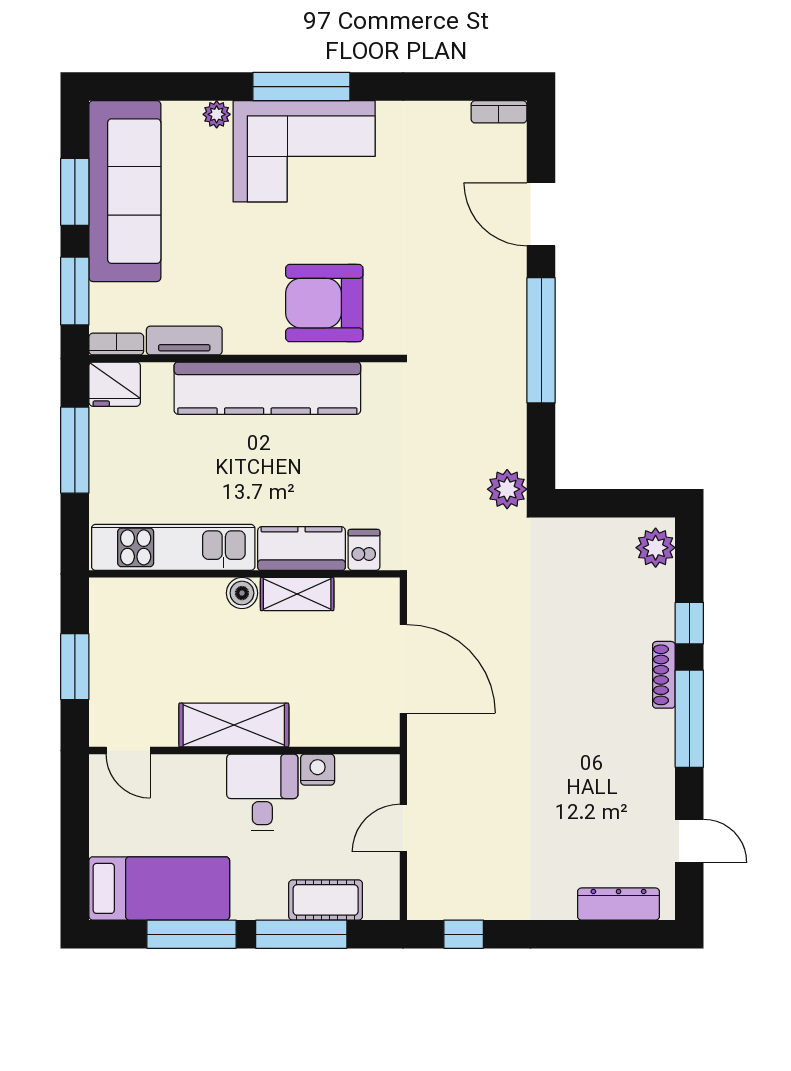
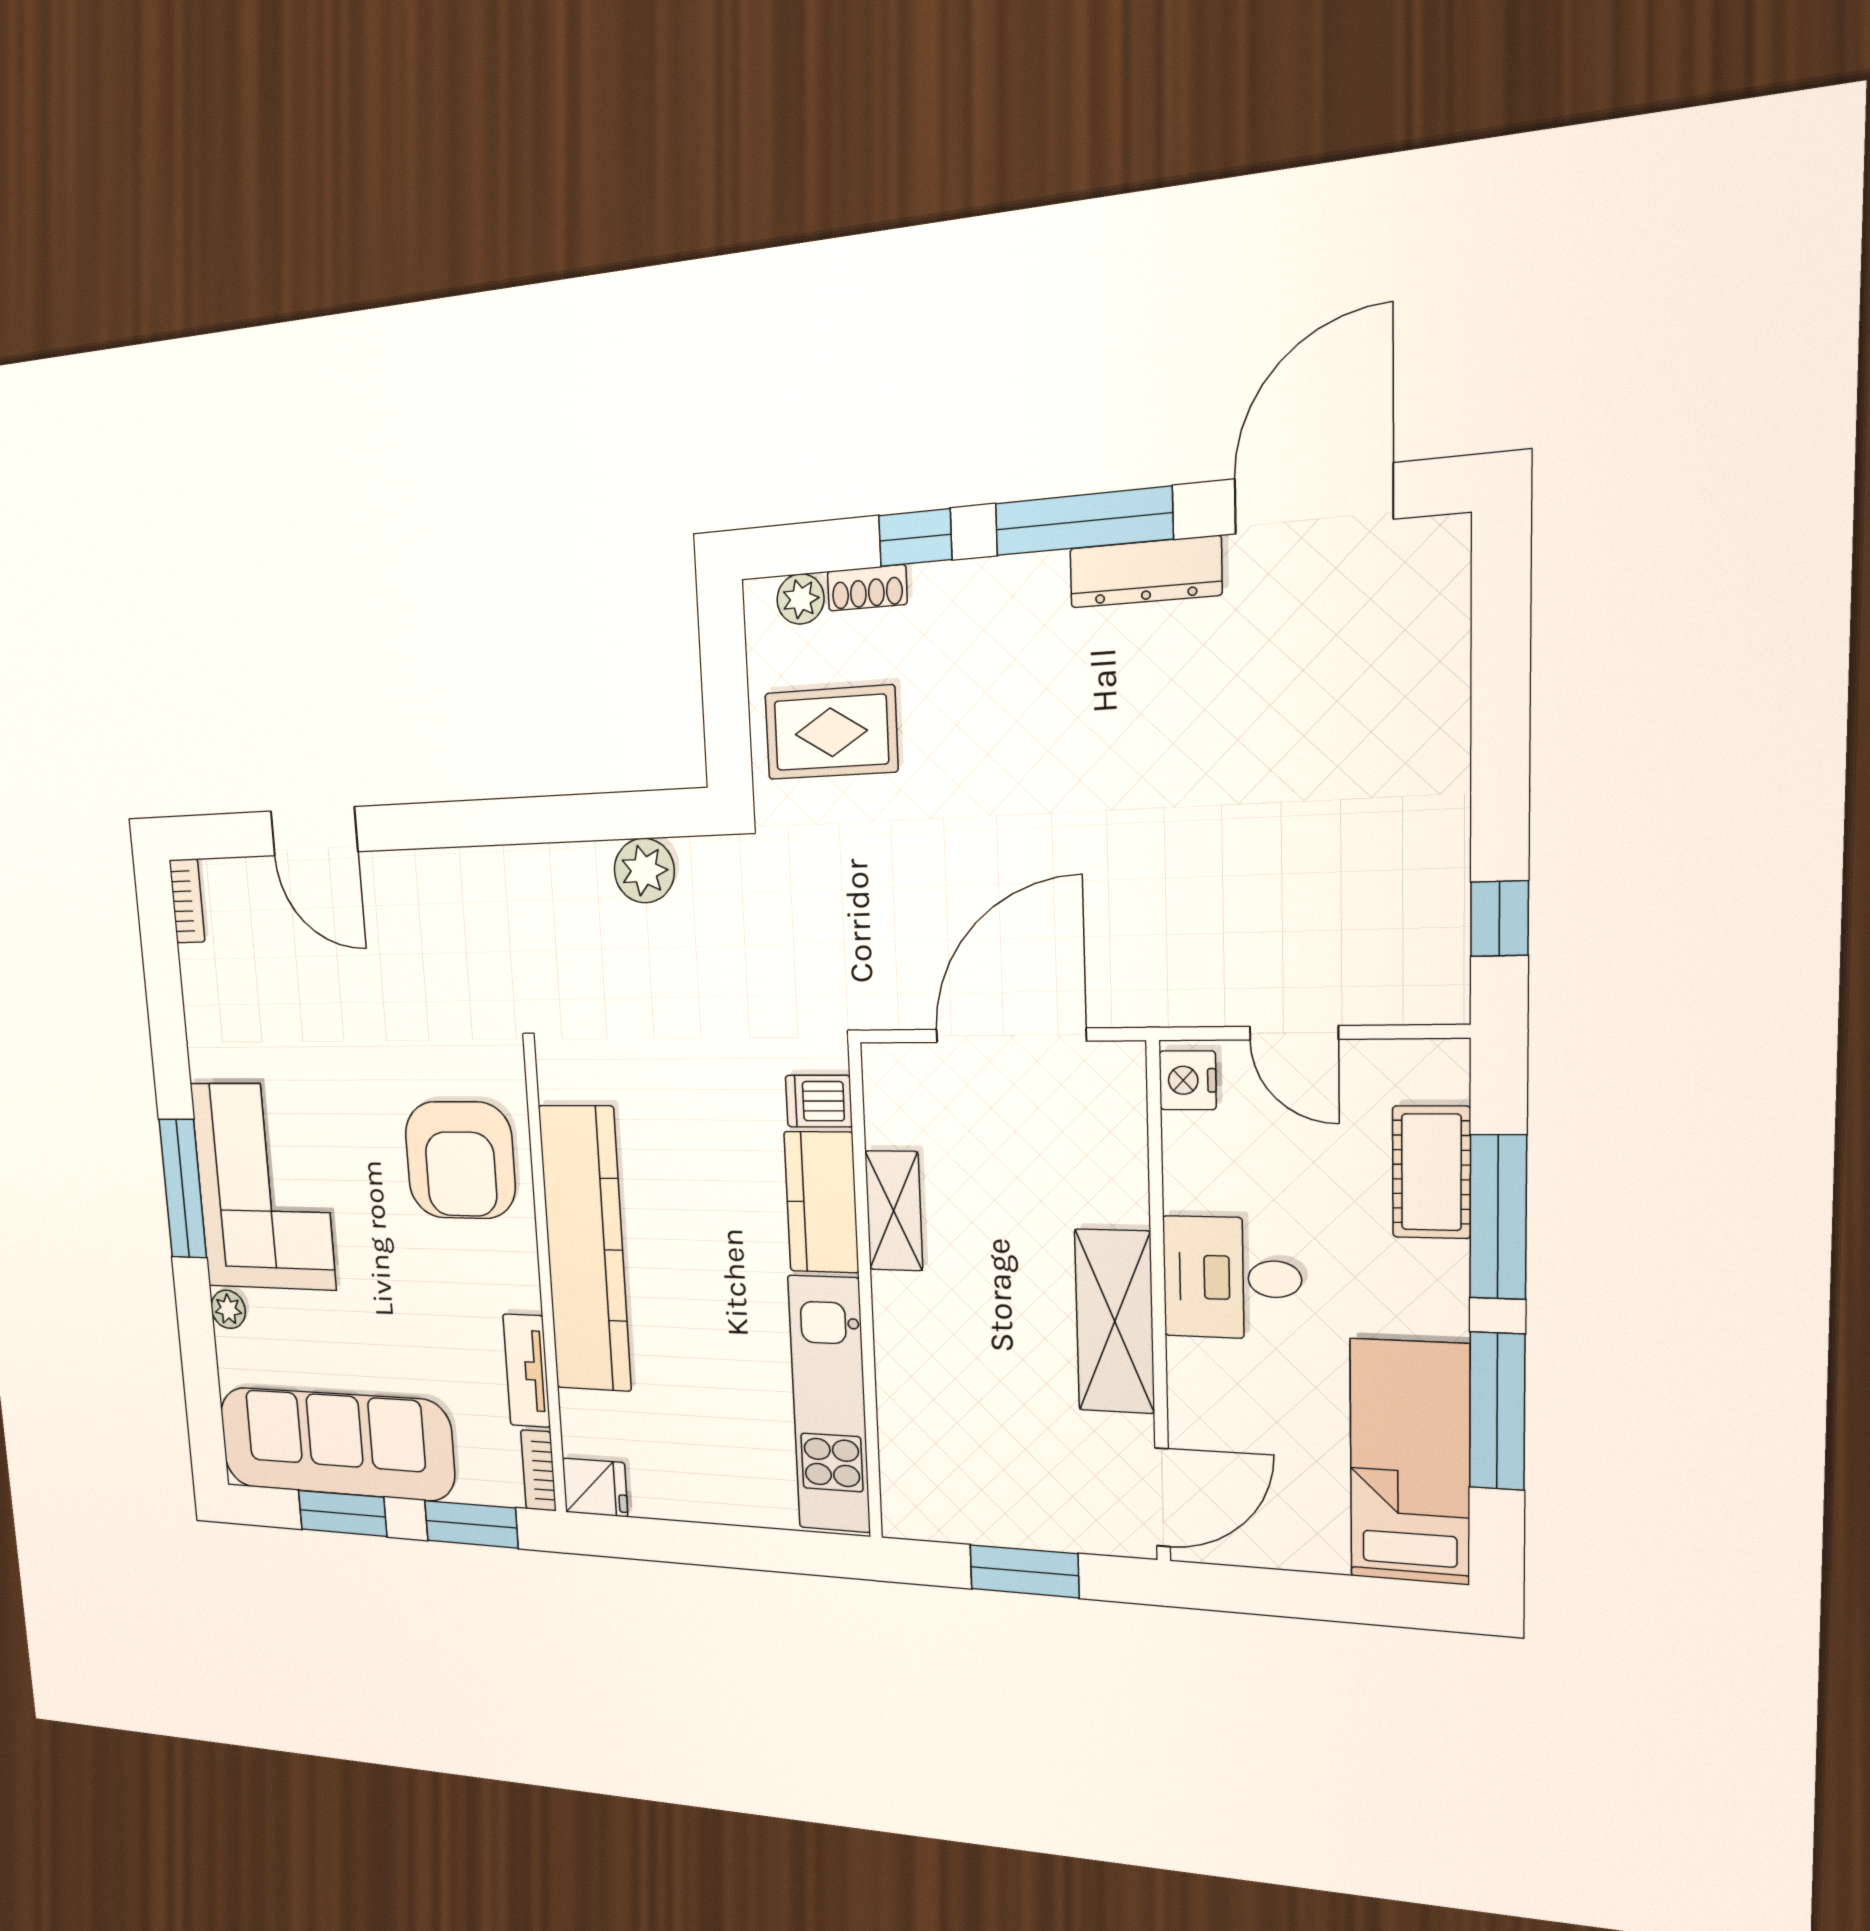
door: (541, 214) -> (314, 831), hinge flipped
window: (541, 340) -> (488, 823), removed
fridge: (115, 384) -> (595, 1487), width x0.72
window: (75, 450) -> (692, 1543), removed
plant: (507, 489) -> (644, 871), moved
plant: (656, 548) -> (801, 599), width x0.73, depth x0.73
rug: (583, 568) -> (831, 732), added
boiler: (242, 593) -> (896, 1299), removed
shoe rack: (664, 675) -> (867, 588), moved, width x0.70
door: (128, 751) -> (1162, 1497), width x1.37
nightstand: (318, 770) -> (1188, 1080), moved
door: (689, 841) -> (1313, 499), width x1.87
dresser: (619, 904) -> (1145, 572), moved, turned -90

